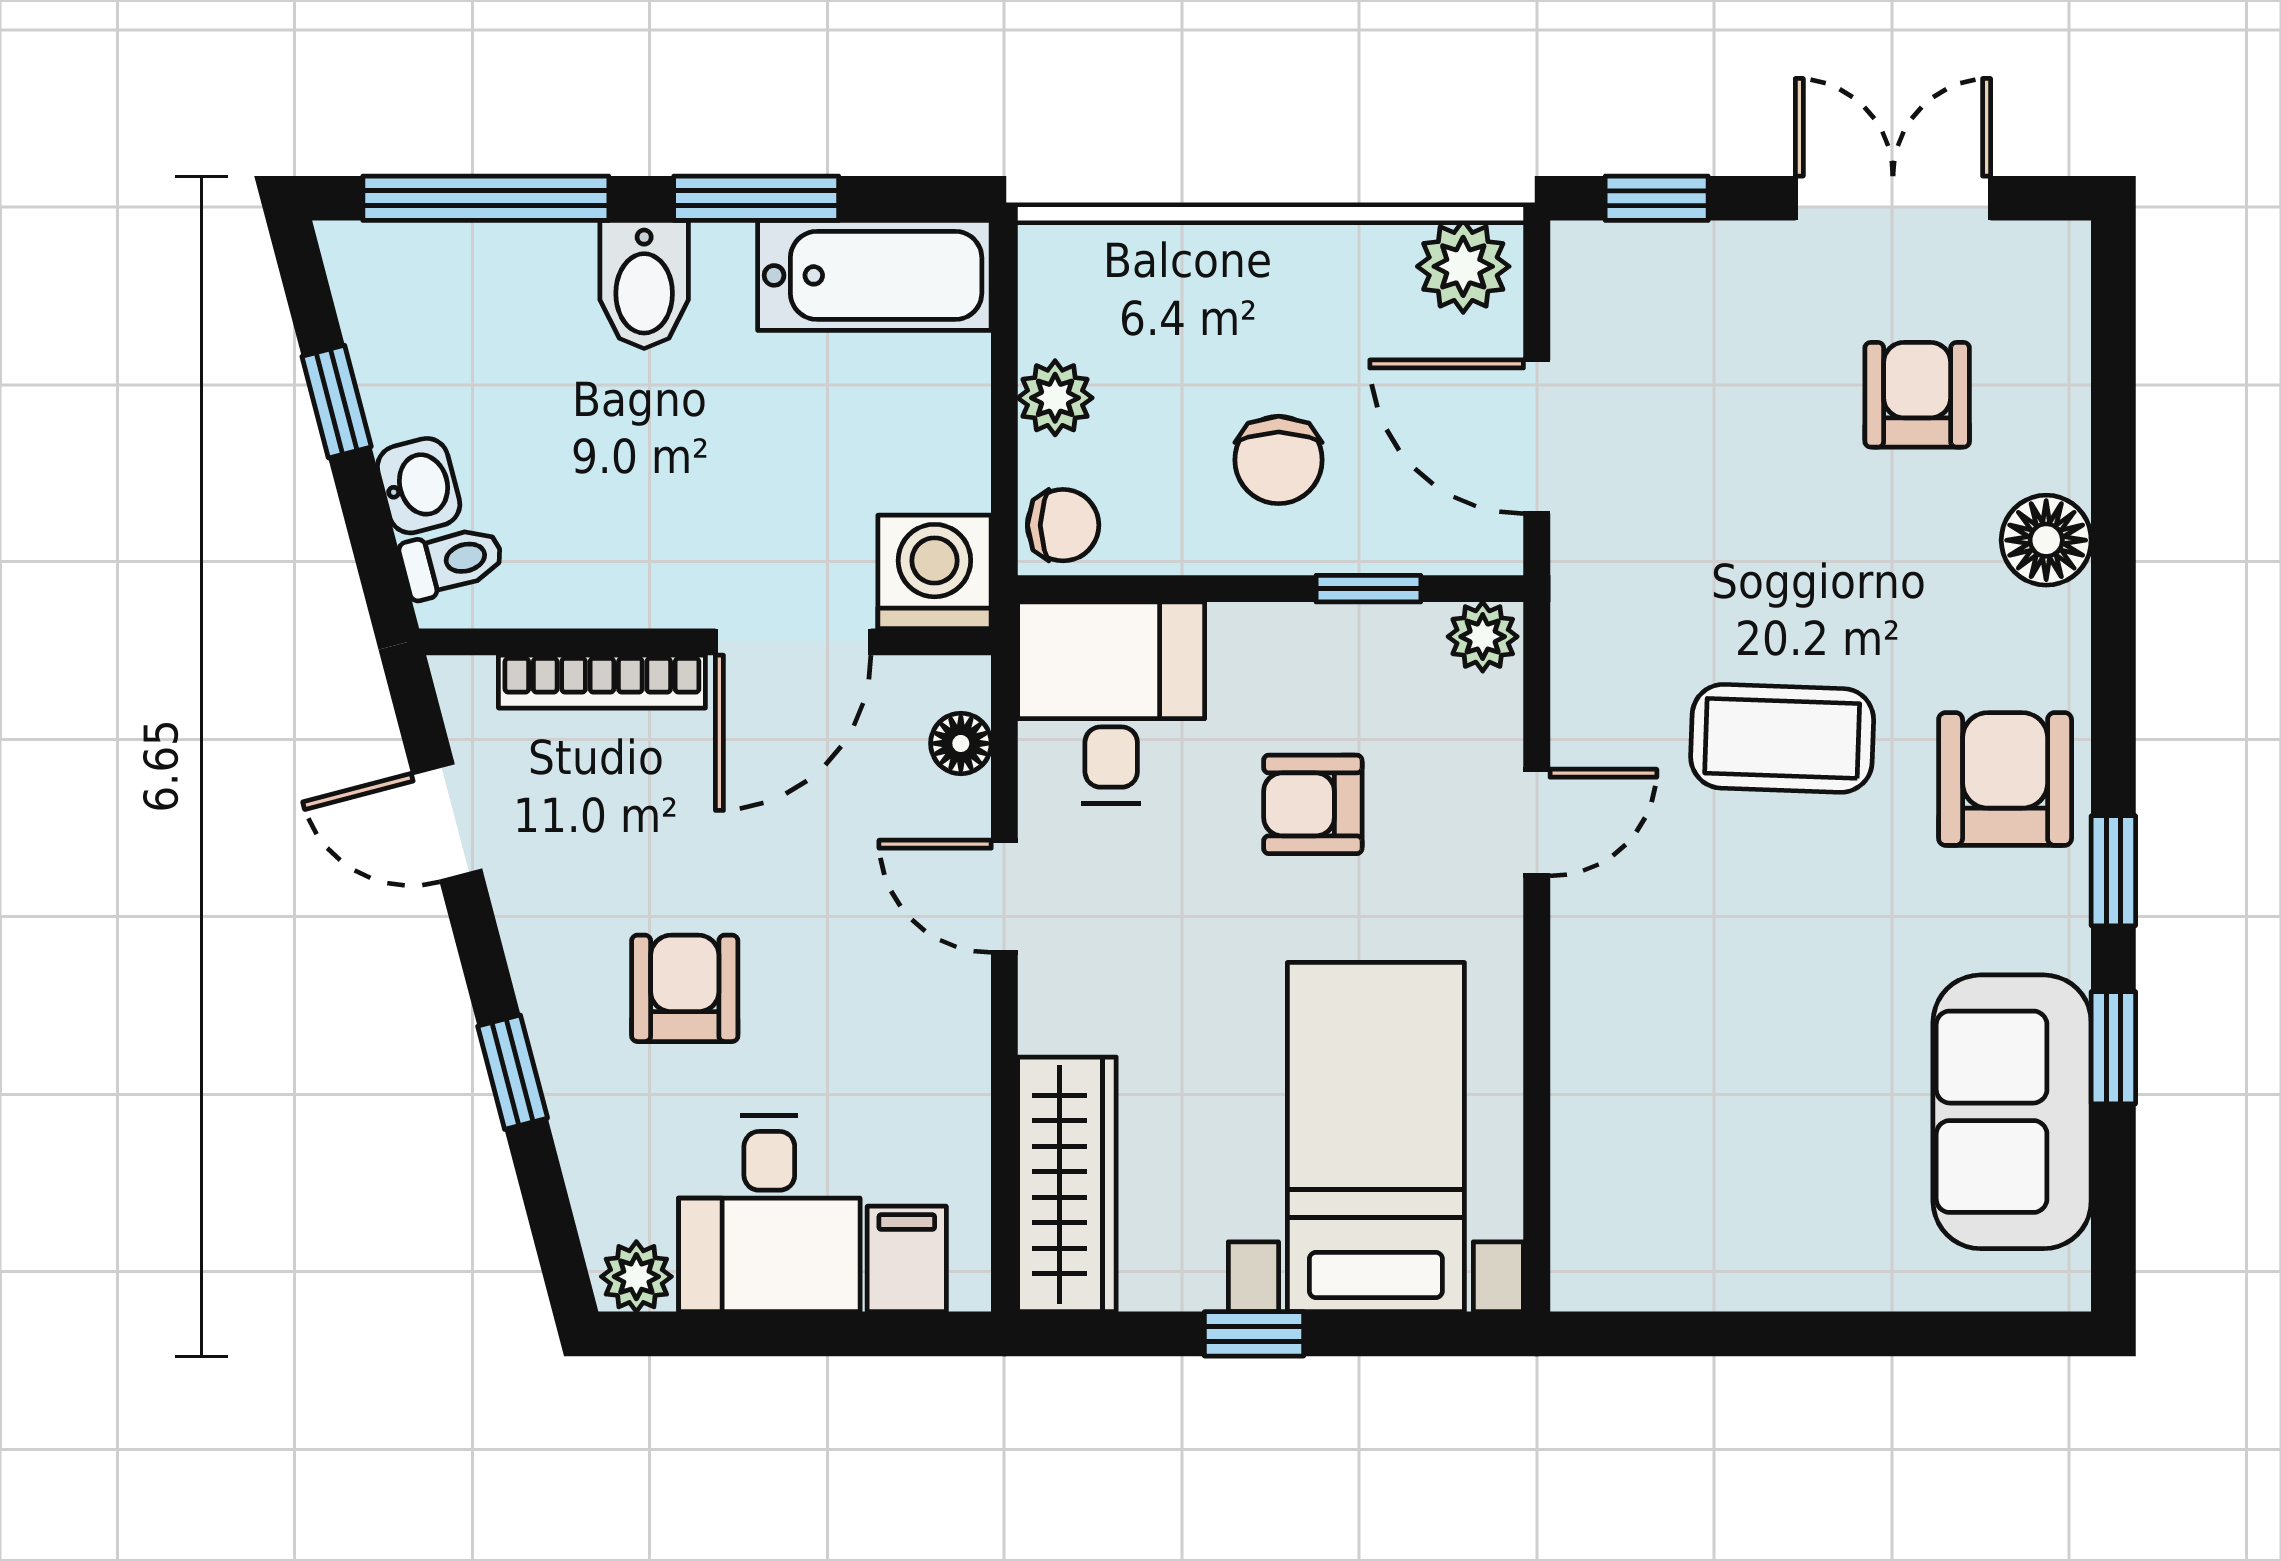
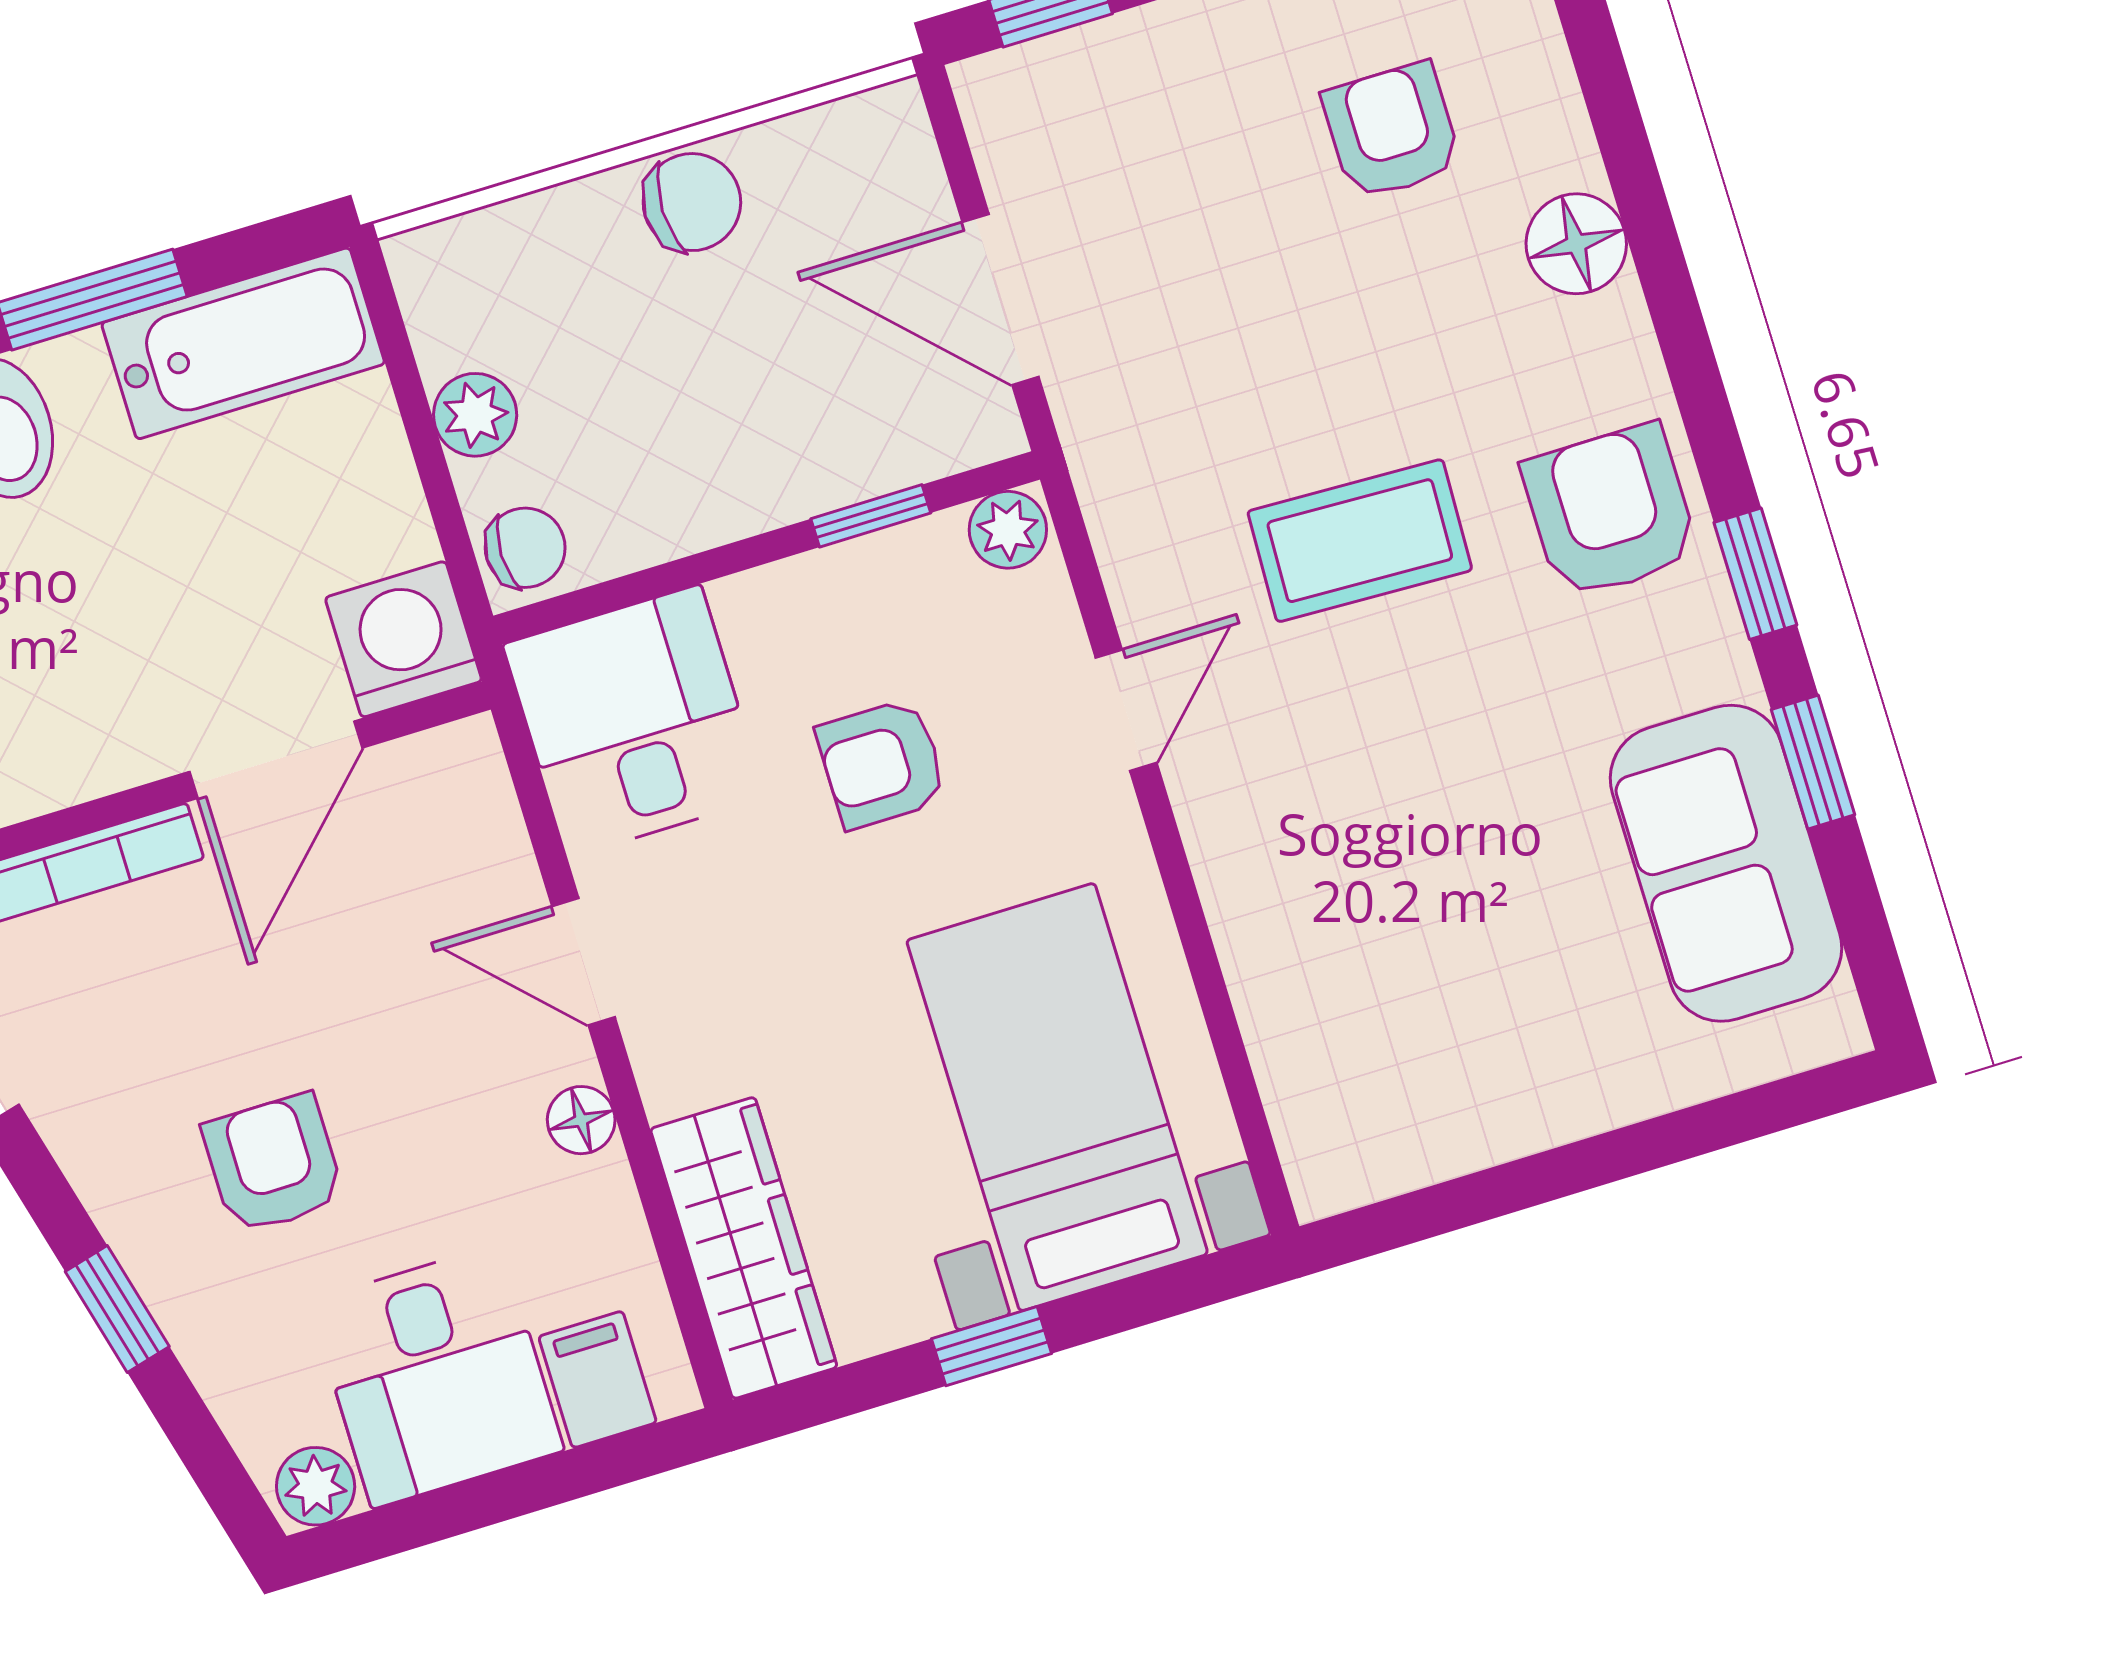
plant: (1463, 266) -> (867, 142), removed
chair: (1279, 460) -> (692, 202), moved, turned -90
floor lamp: (961, 743) -> (581, 1120), moved

